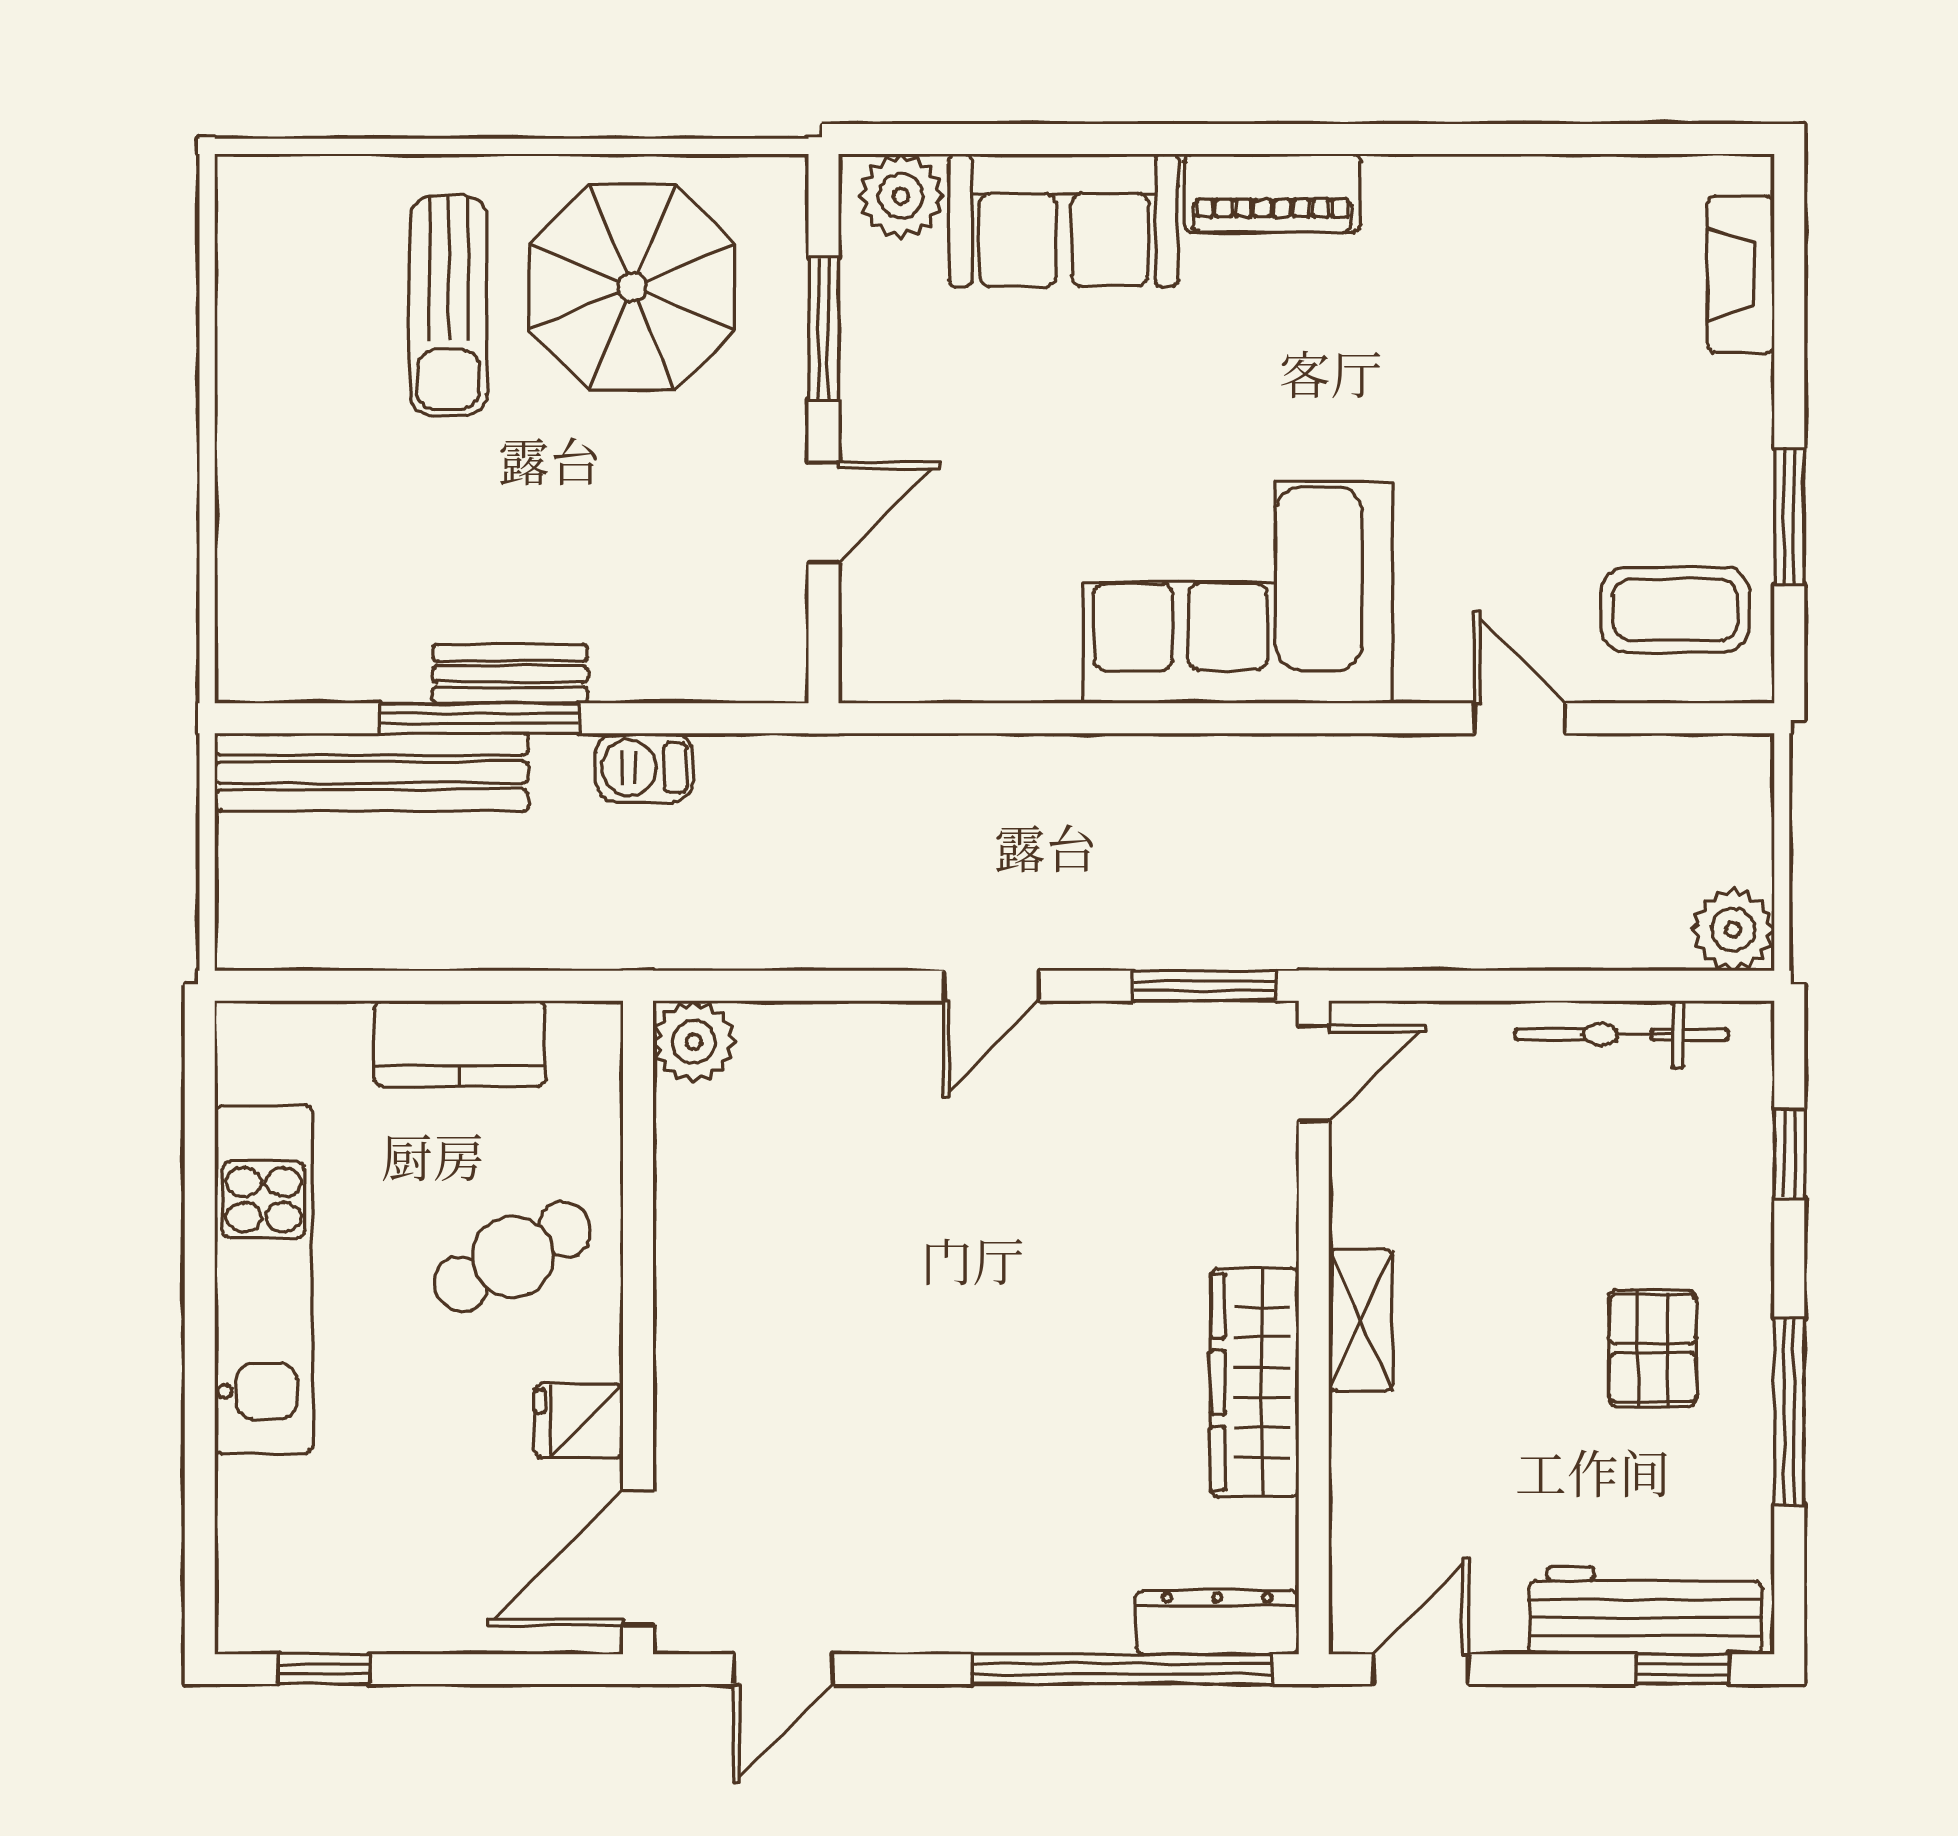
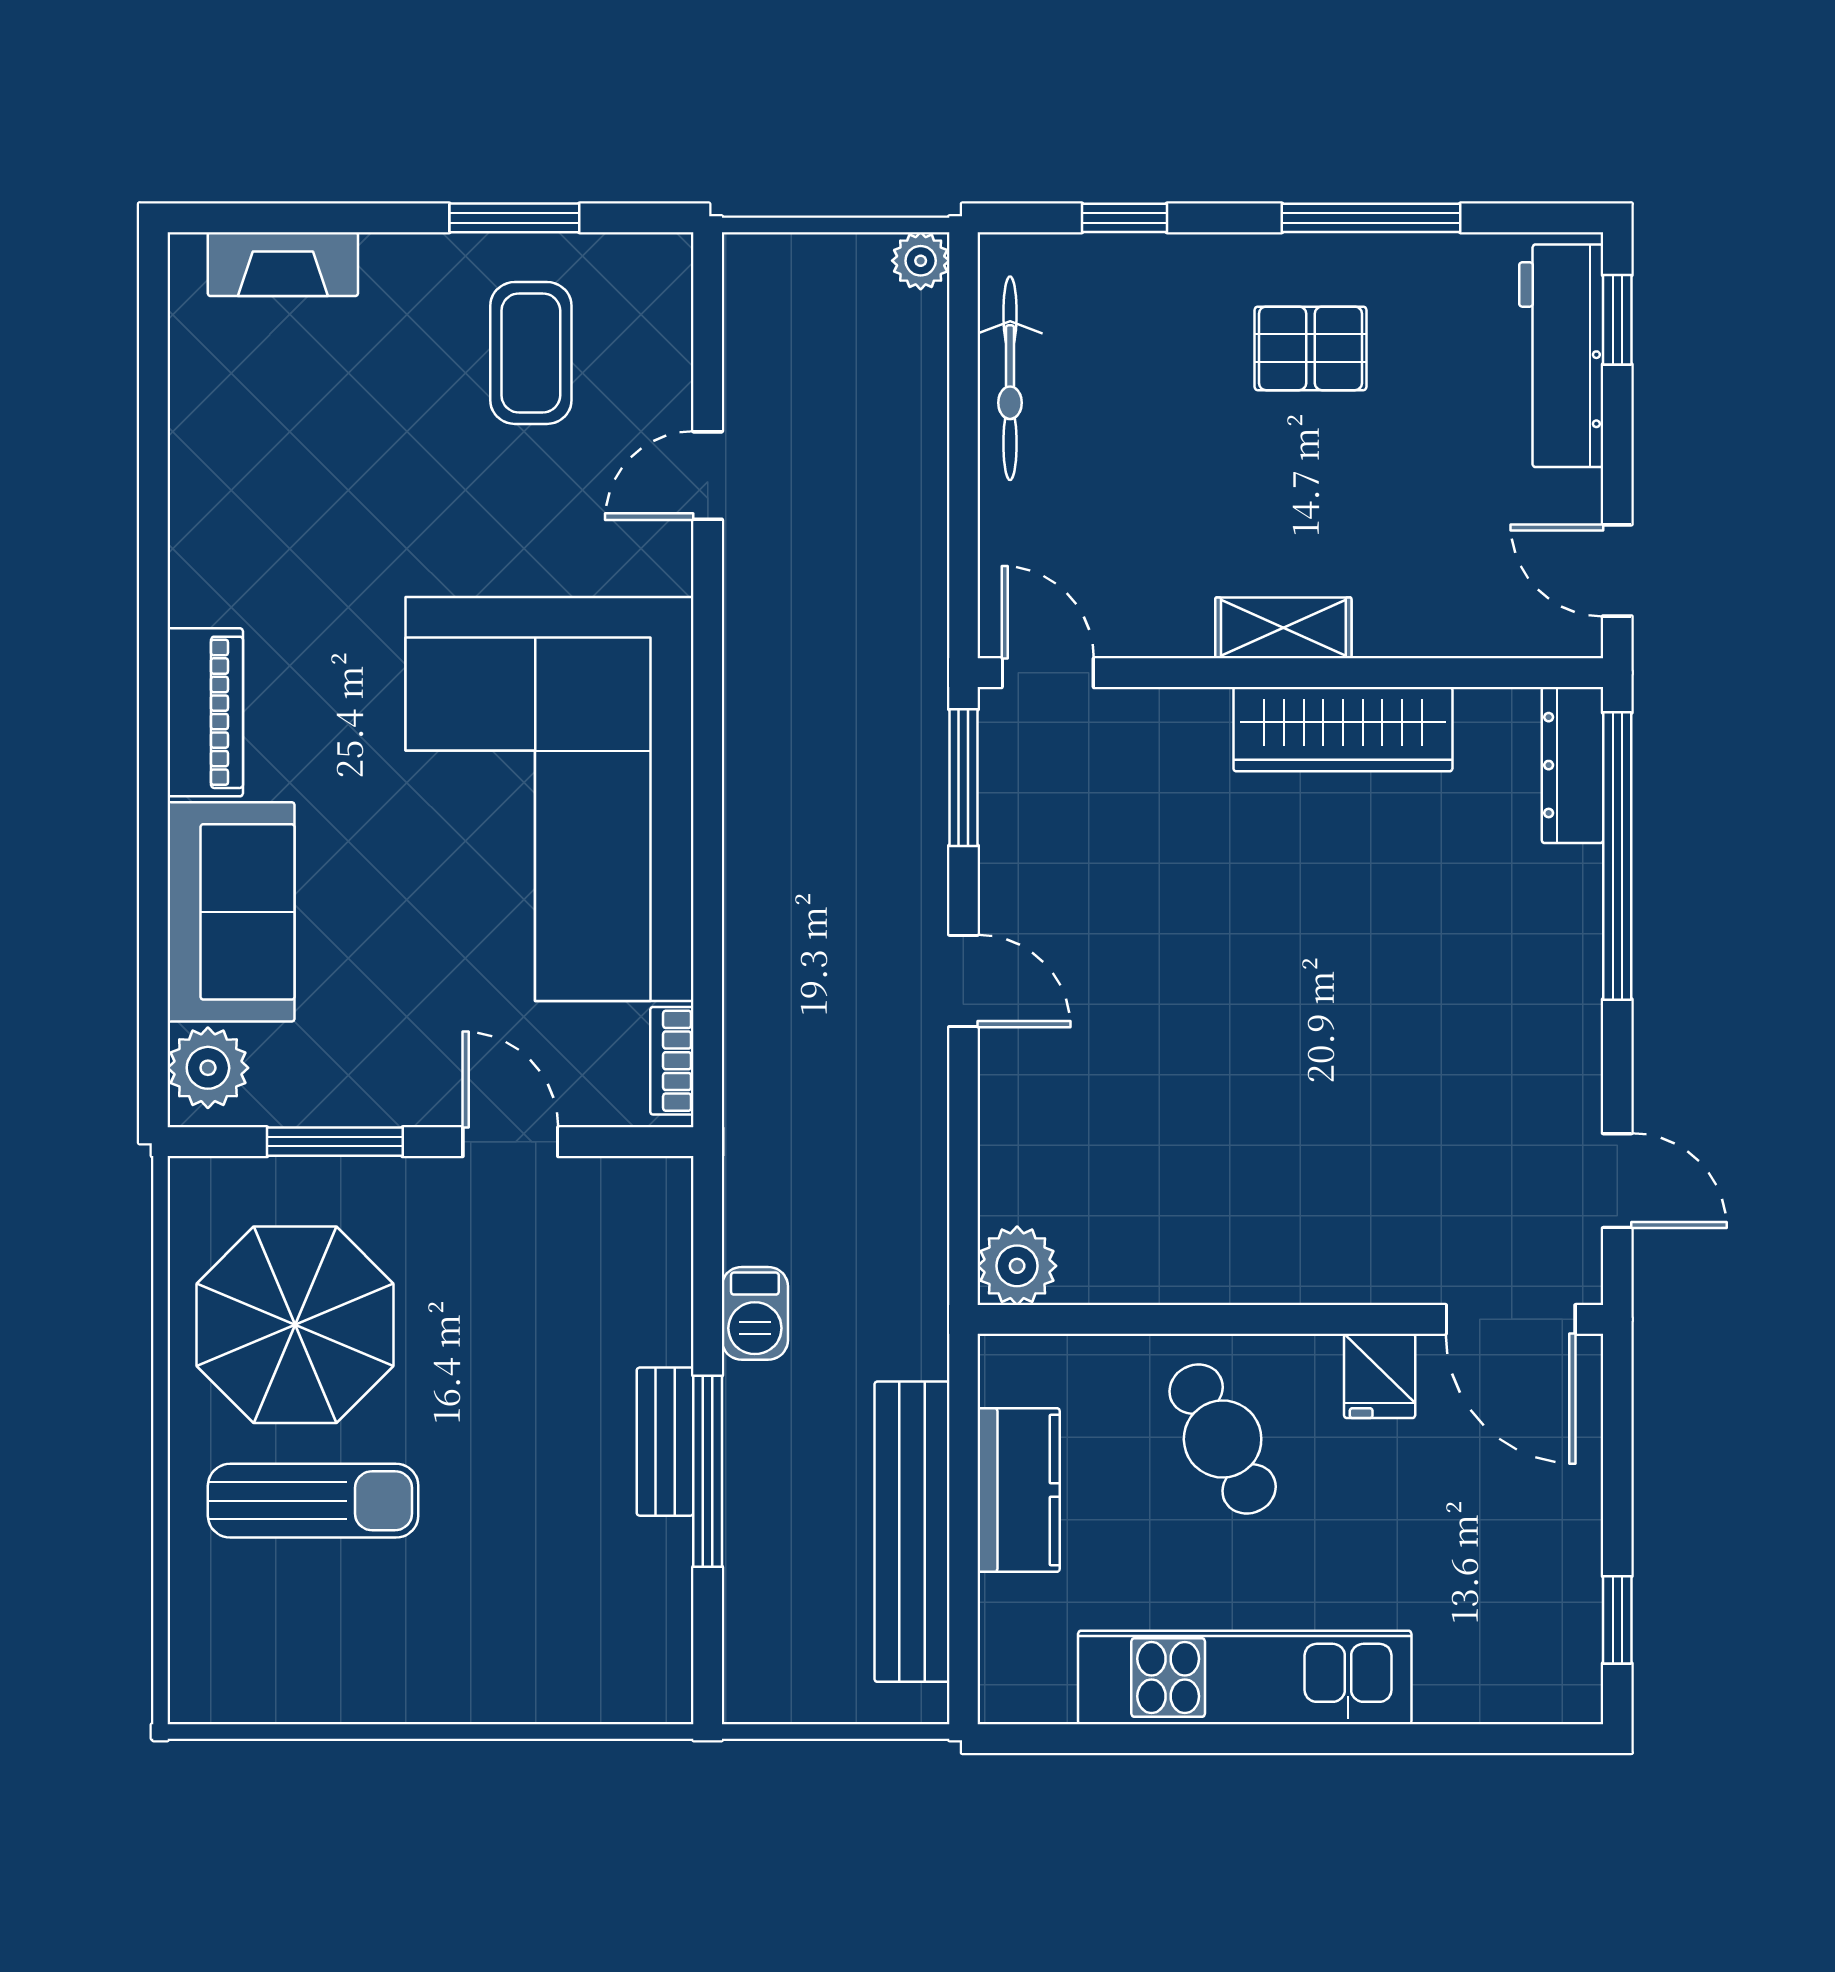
corner sofa: (1238, 593) -> (549, 799), width x1.36, depth x1.36
coffee table: (1675, 610) -> (531, 353), moved
bookcase: (908, 681) -> (672, 1061), added
bench: (372, 772) -> (912, 1532), moved
plant: (1733, 930) -> (921, 261), width x0.73, depth x0.73

